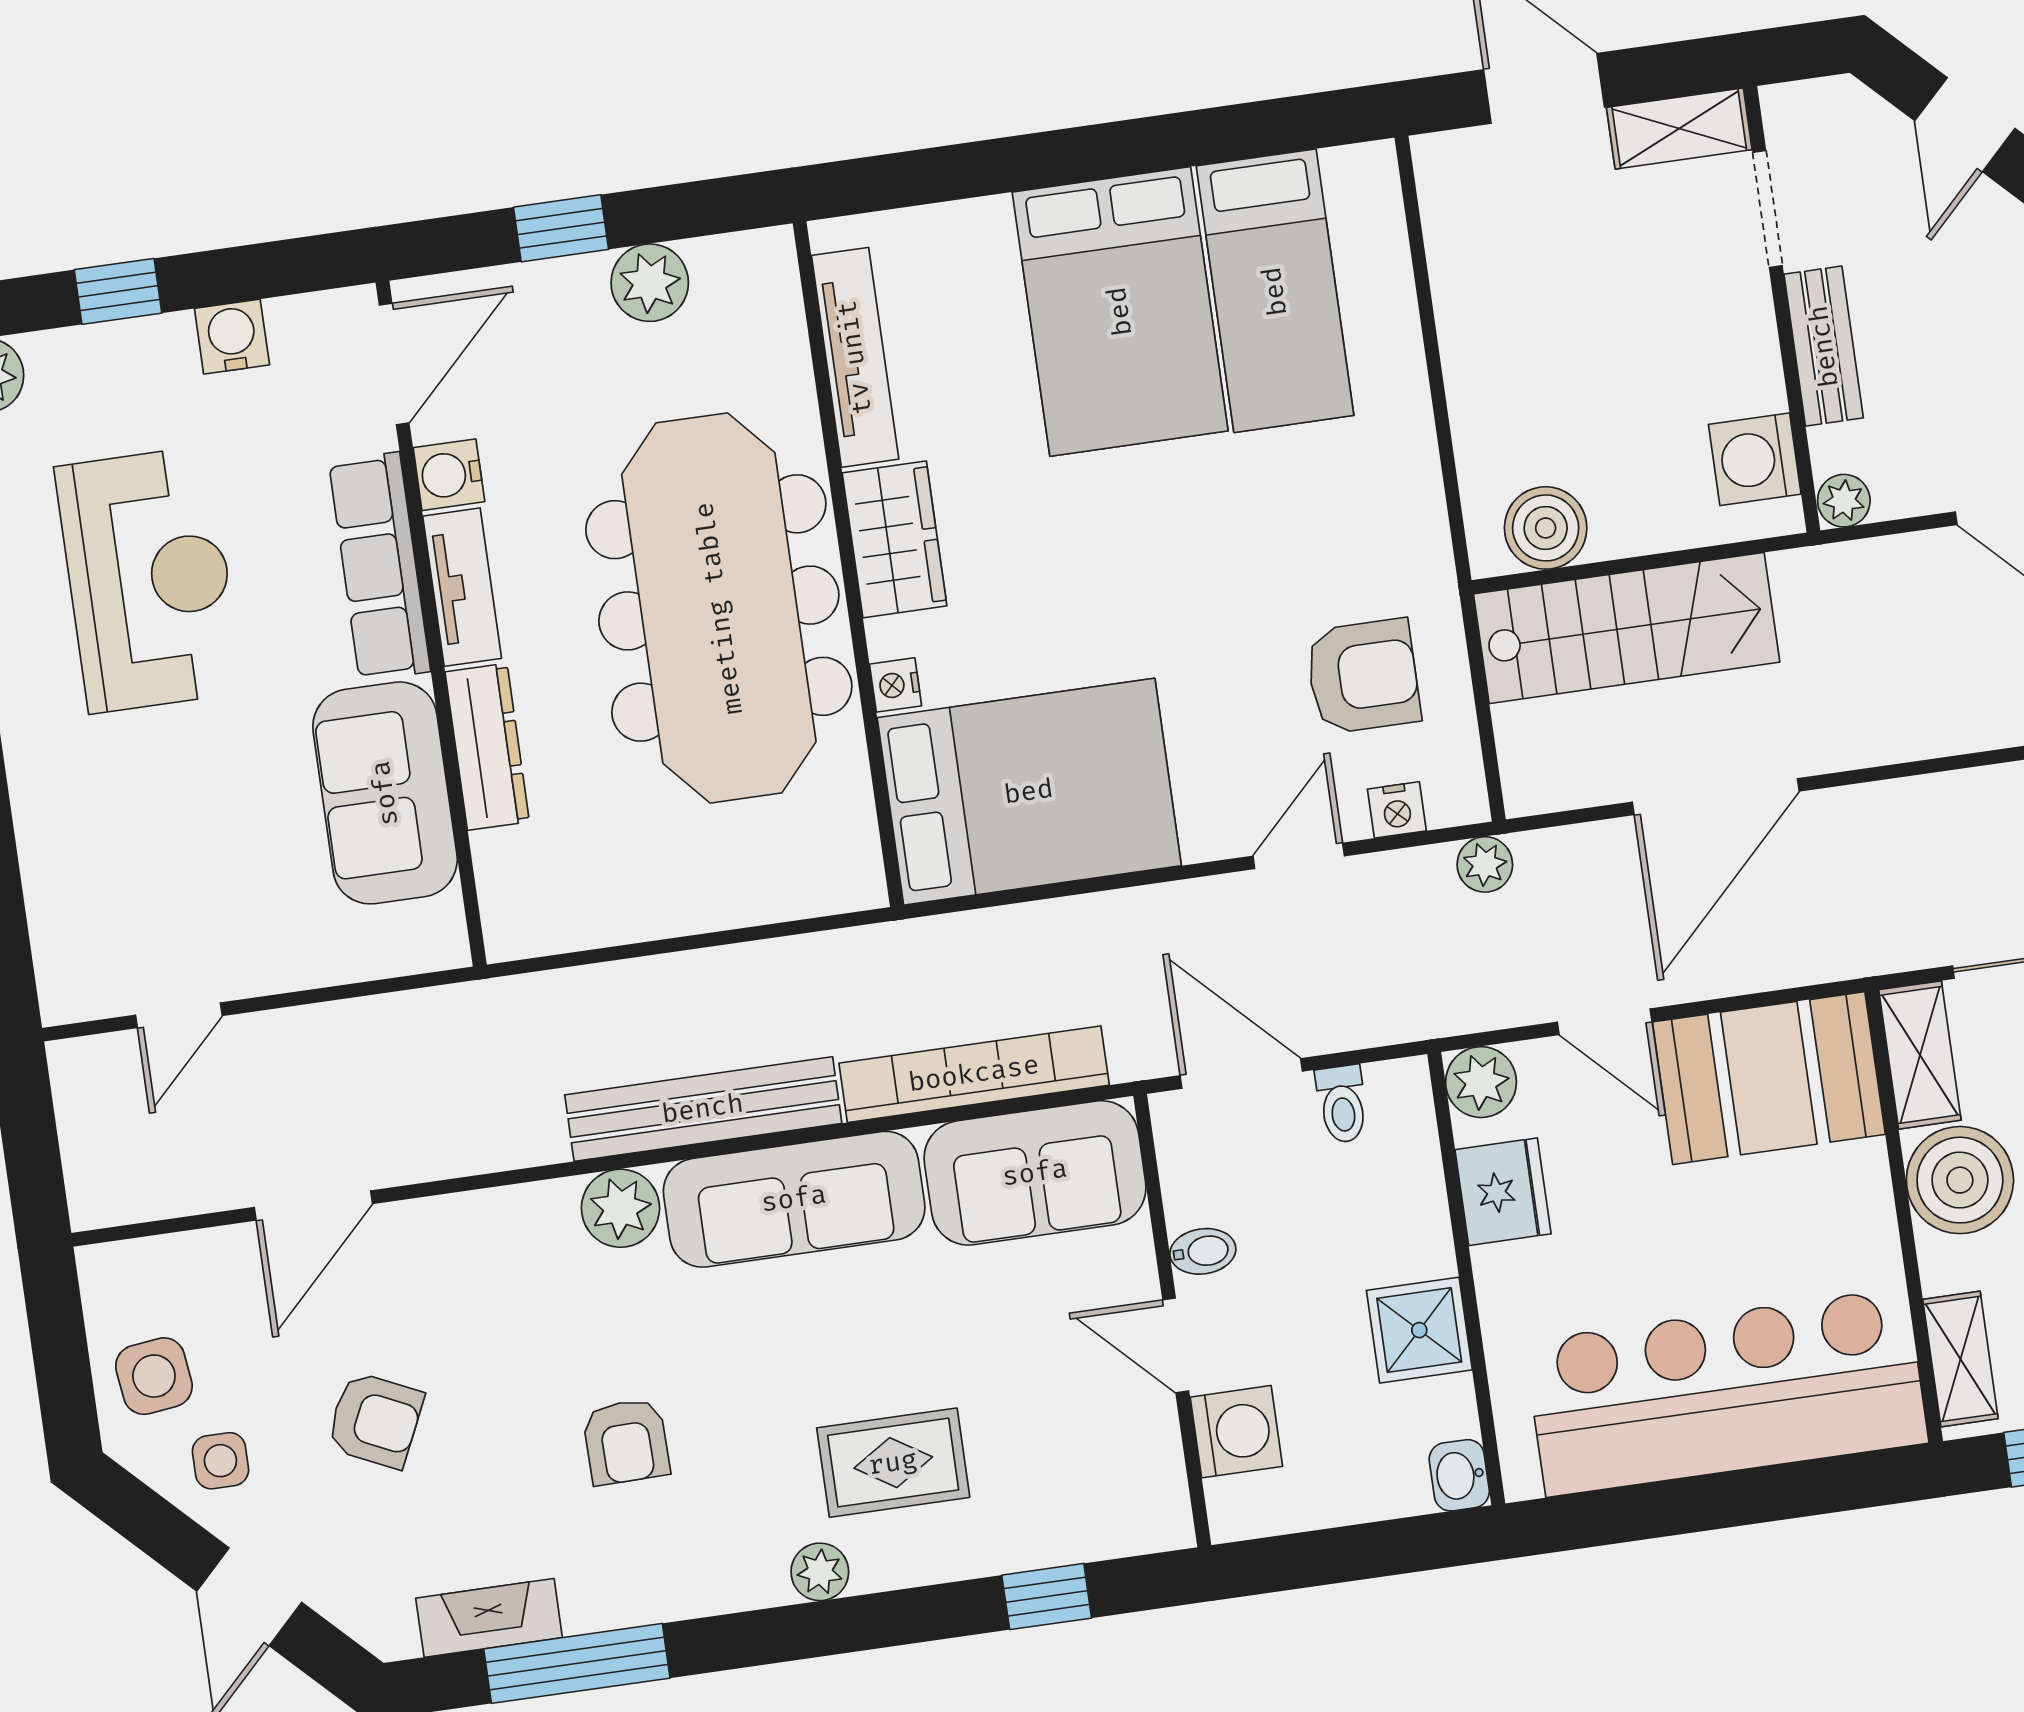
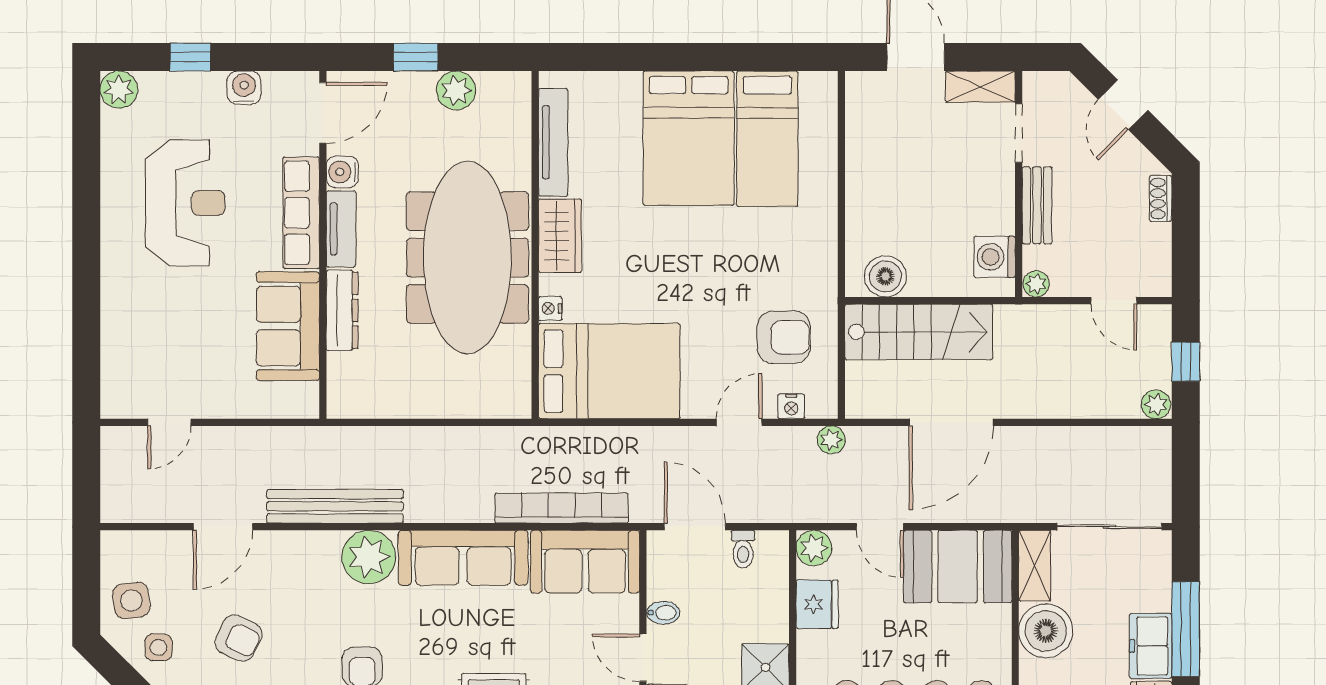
bench: (703, 1109) -> (335, 506), moved
plant: (620, 1208) -> (369, 557), width x1.36, depth x1.36

